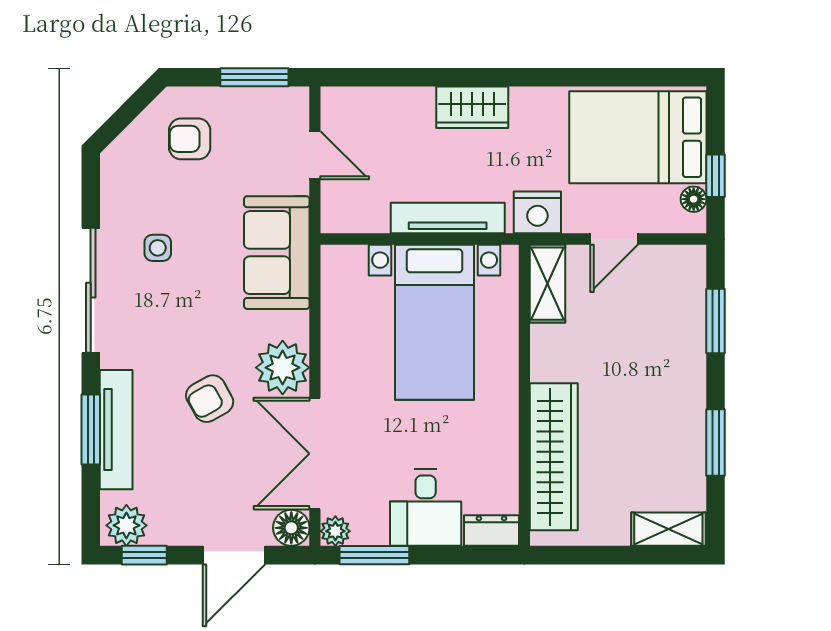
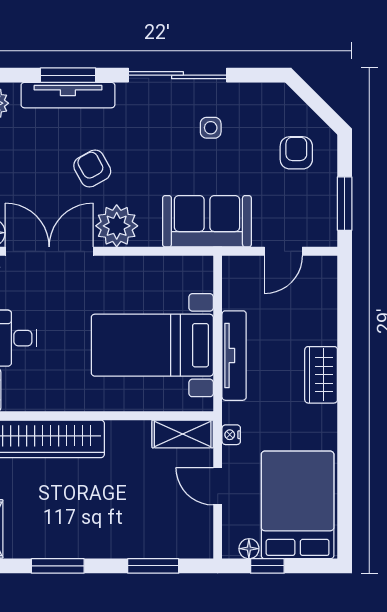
nightstand: (537, 212) -> (231, 435), width x0.53, depth x0.56

